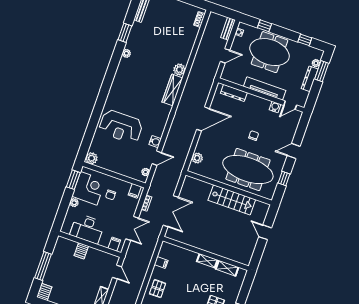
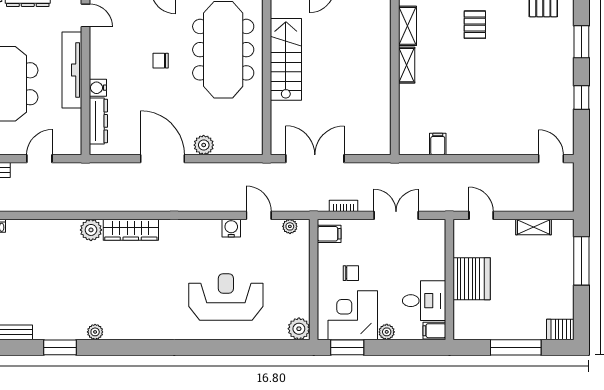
door: (225, 56) -> (39, 159), hinge flipped
water cooler: (275, 107) -> (98, 88), moved
reception desk: (121, 127) -> (226, 297), turned -90
plant: (197, 158) -> (204, 145), moved
double door: (171, 211) -> (315, 159), moved
desk: (87, 229) -> (424, 301), width x0.73
filing cabinet: (114, 244) -> (434, 331), moved
server rack: (81, 251) -> (472, 279), width x2.18, depth x1.44
door: (117, 272) -> (481, 215), hinge flipped
pallet: (158, 289) -> (485, 134), removed

